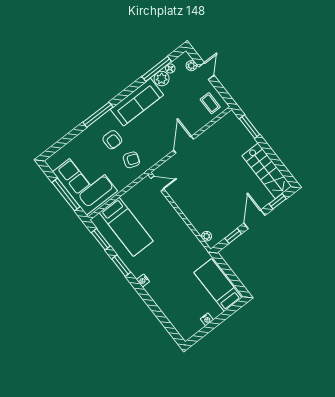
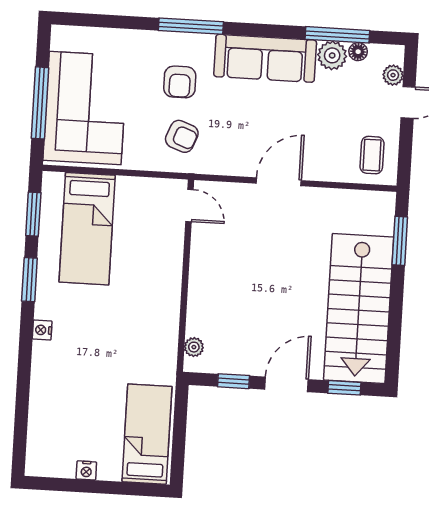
stairs: (267, 171) -> (359, 308), width x1.36, depth x1.51

